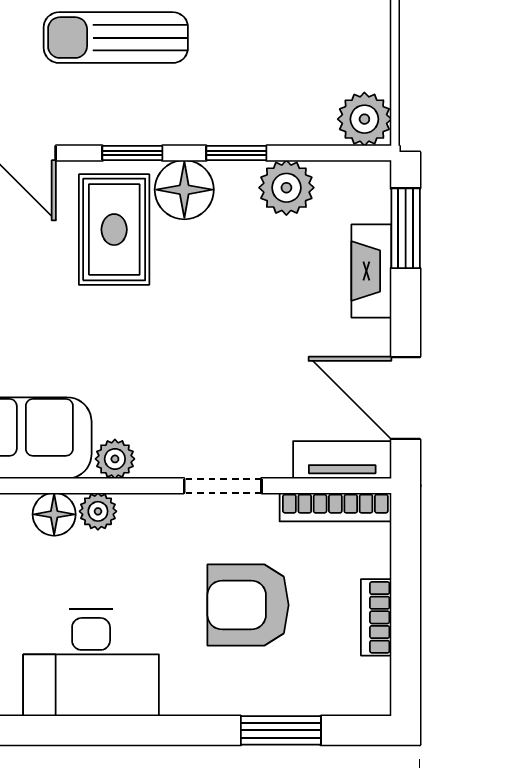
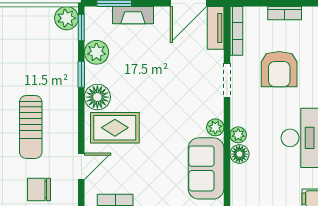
window: (132, 153) -> (81, 27), moved

